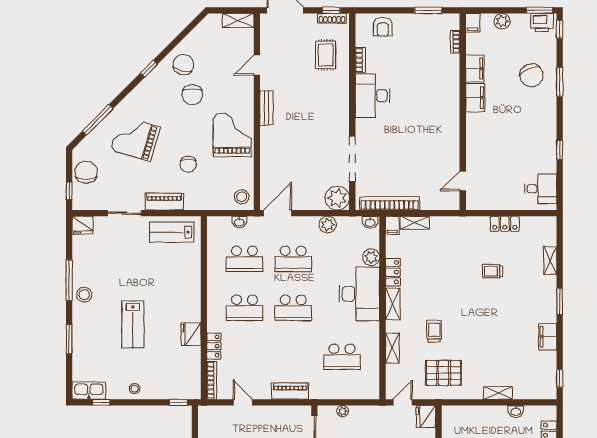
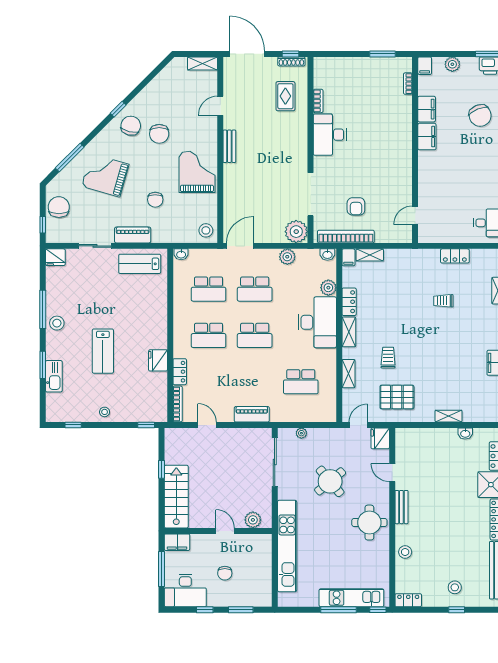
armchair: (383, 27) -> (356, 206), moved
chair: (183, 65) -> (131, 126), moved
washbasin: (239, 222) -> (181, 254), moved
kitchen sink: (89, 391) -> (54, 376), moved, turned 90

